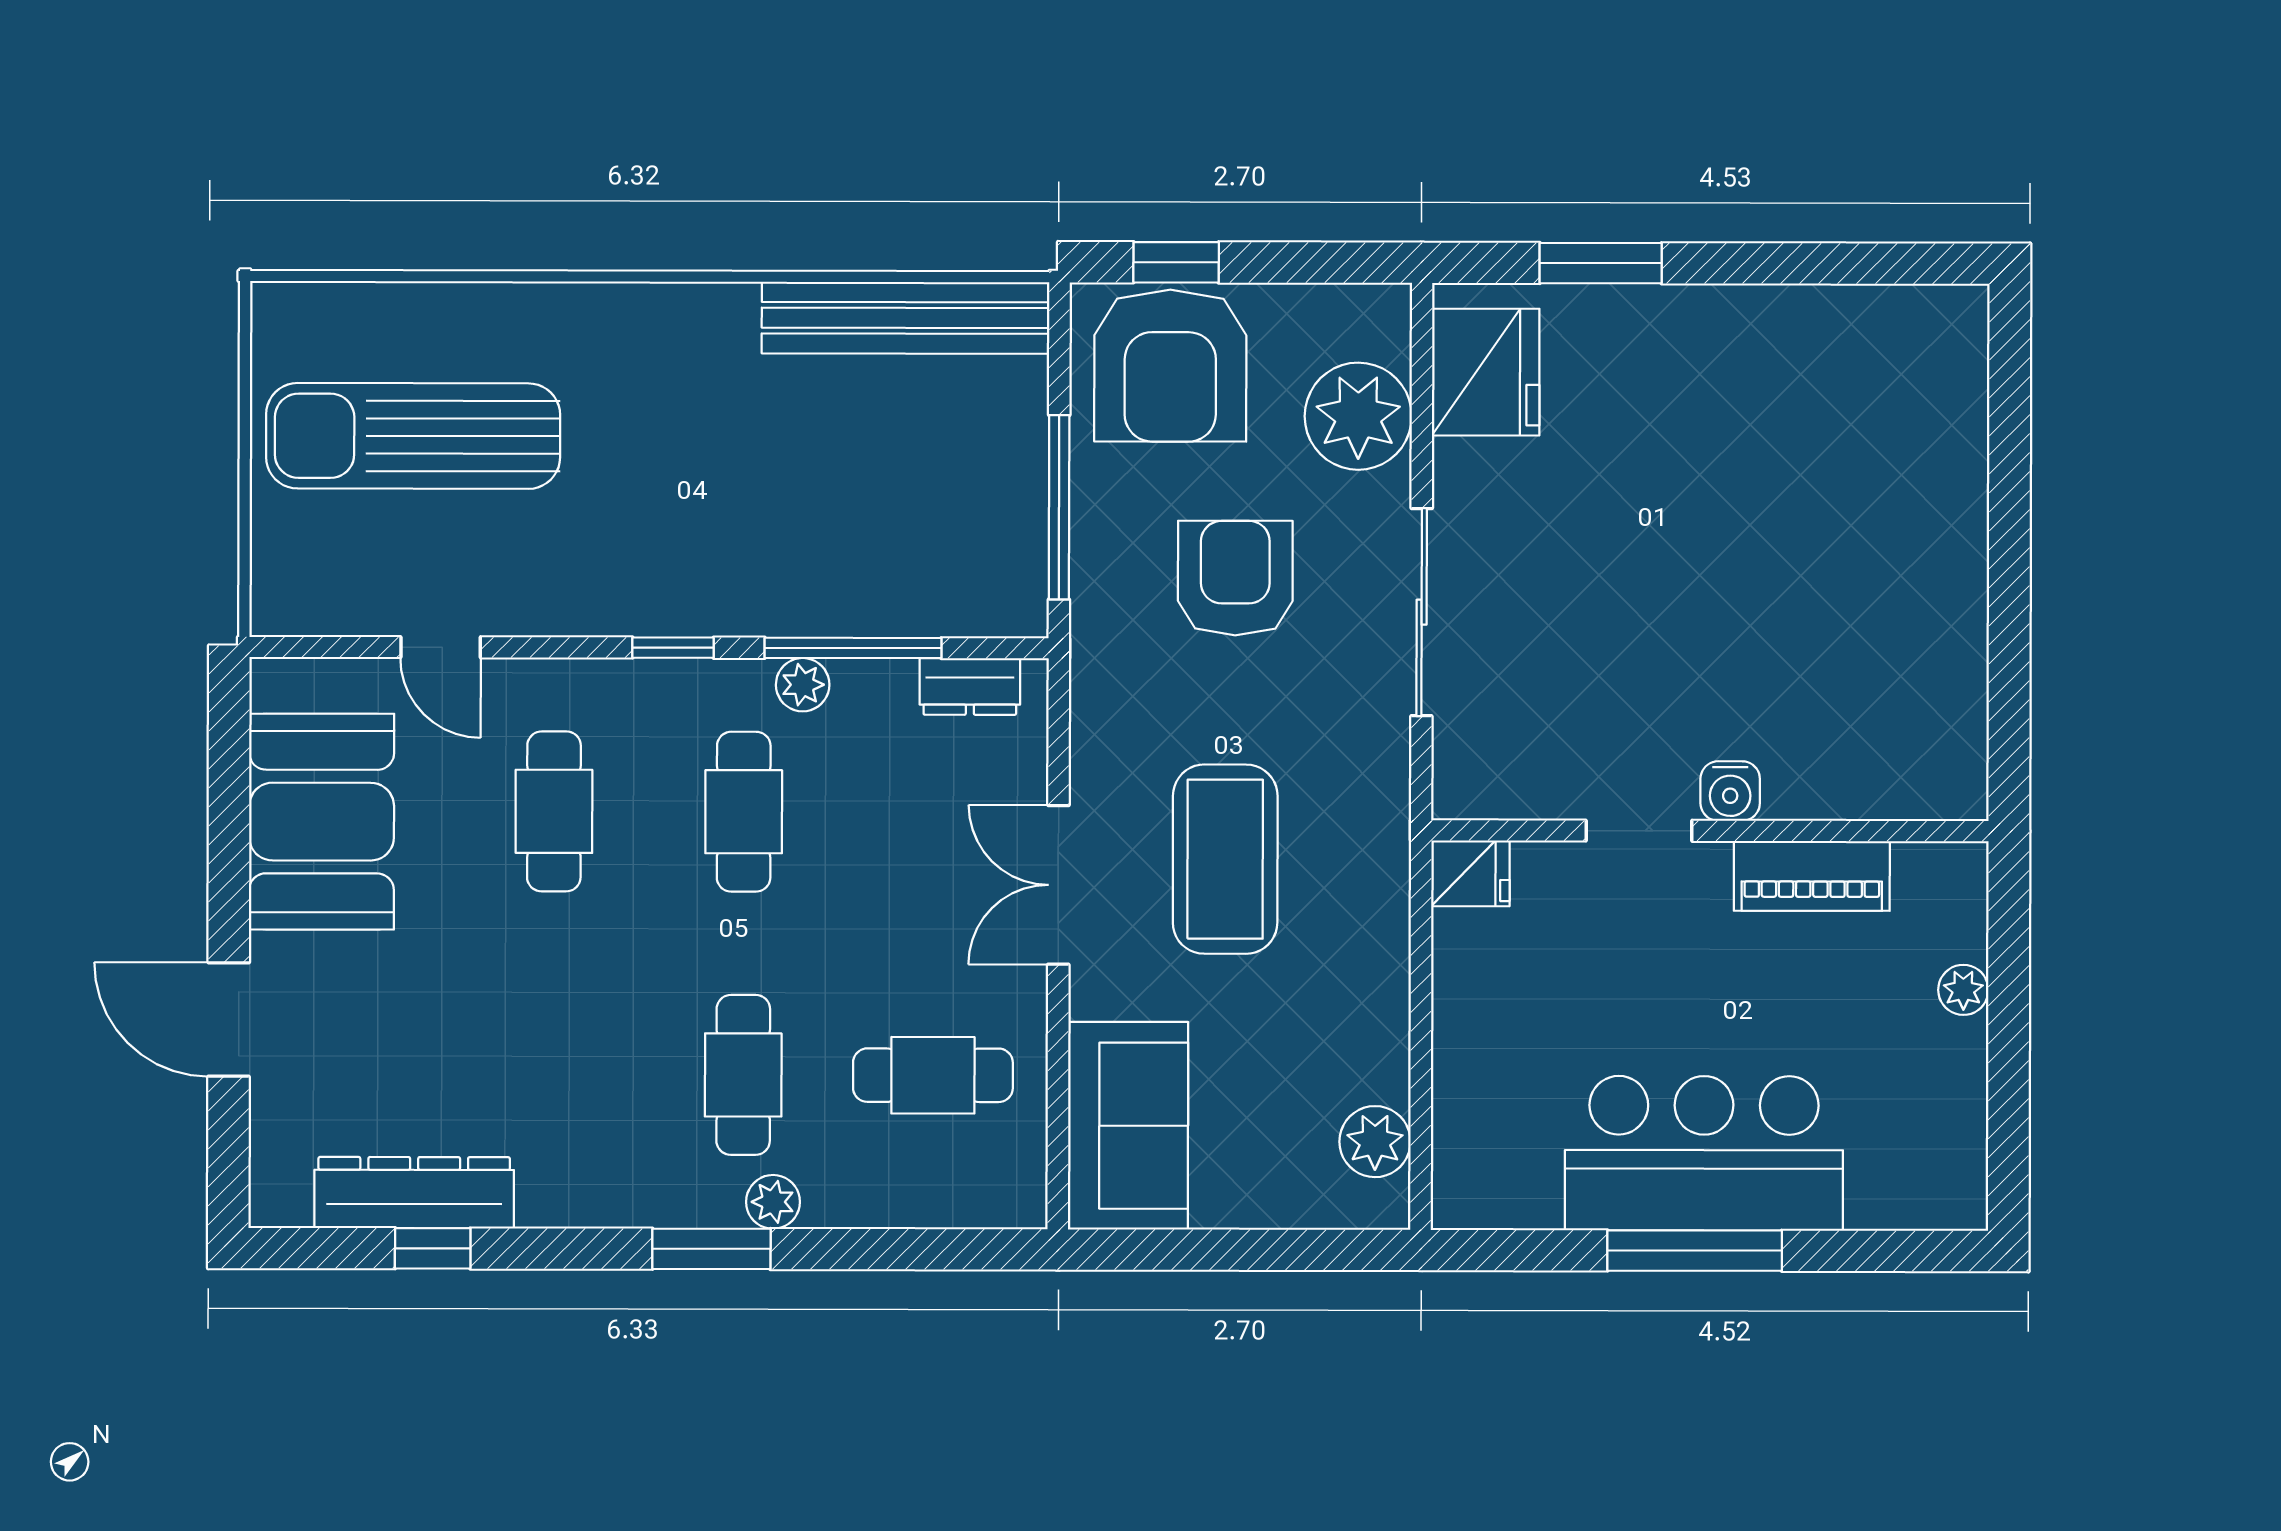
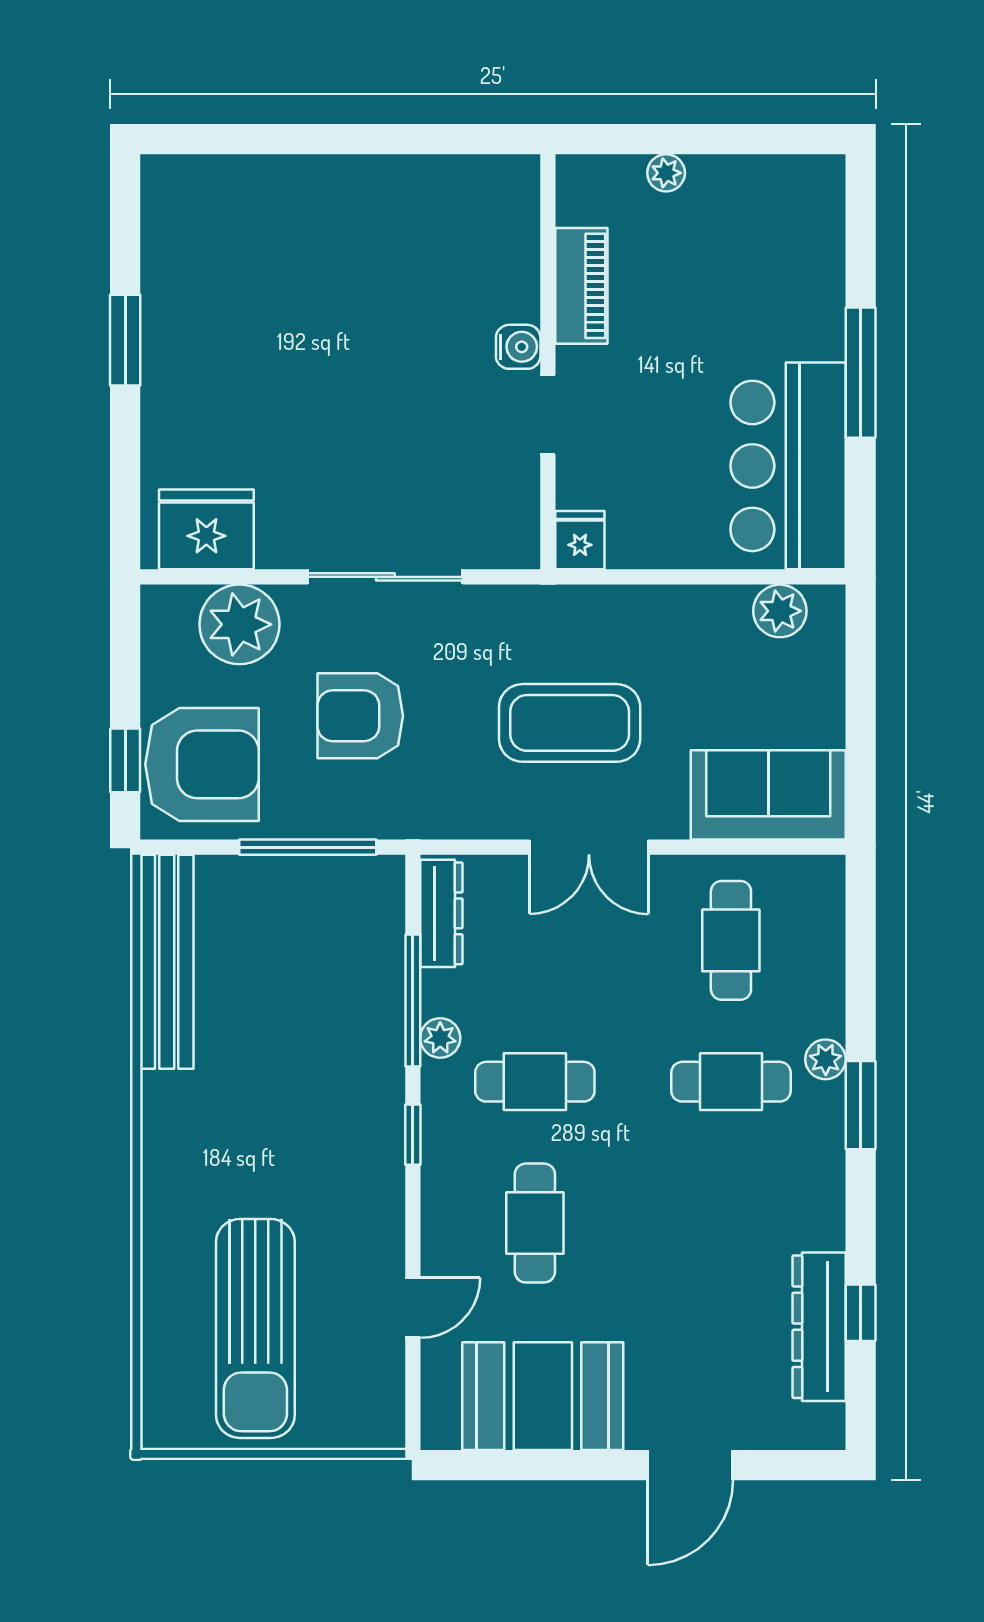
window: (1601, 263) -> (125, 340), moved
dresser: (970, 687) -> (441, 913), width x1.44
cafe table: (554, 811) -> (535, 1223), turned 90
bar counter: (1704, 1153) -> (788, 466), moved

